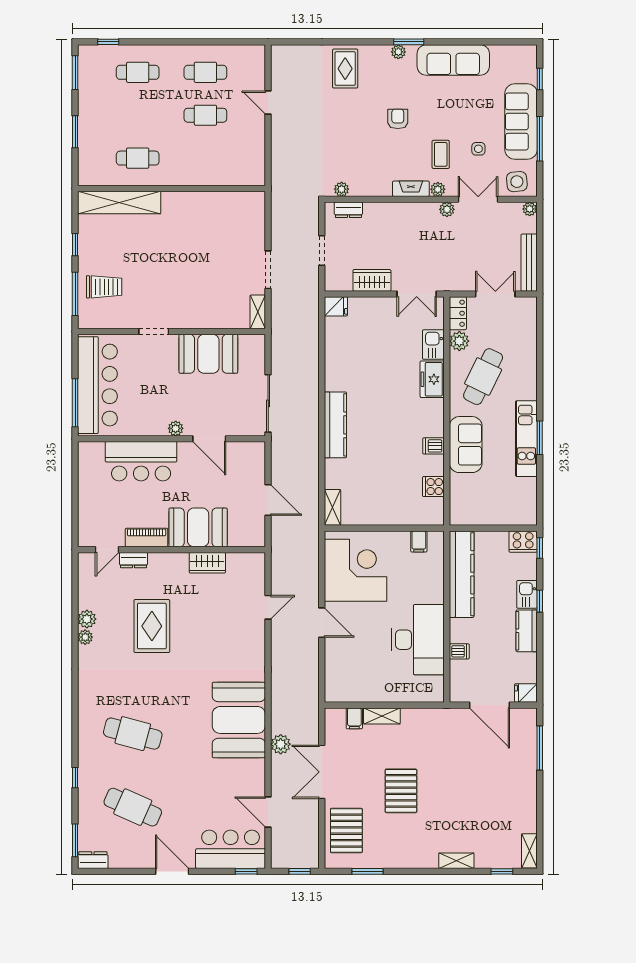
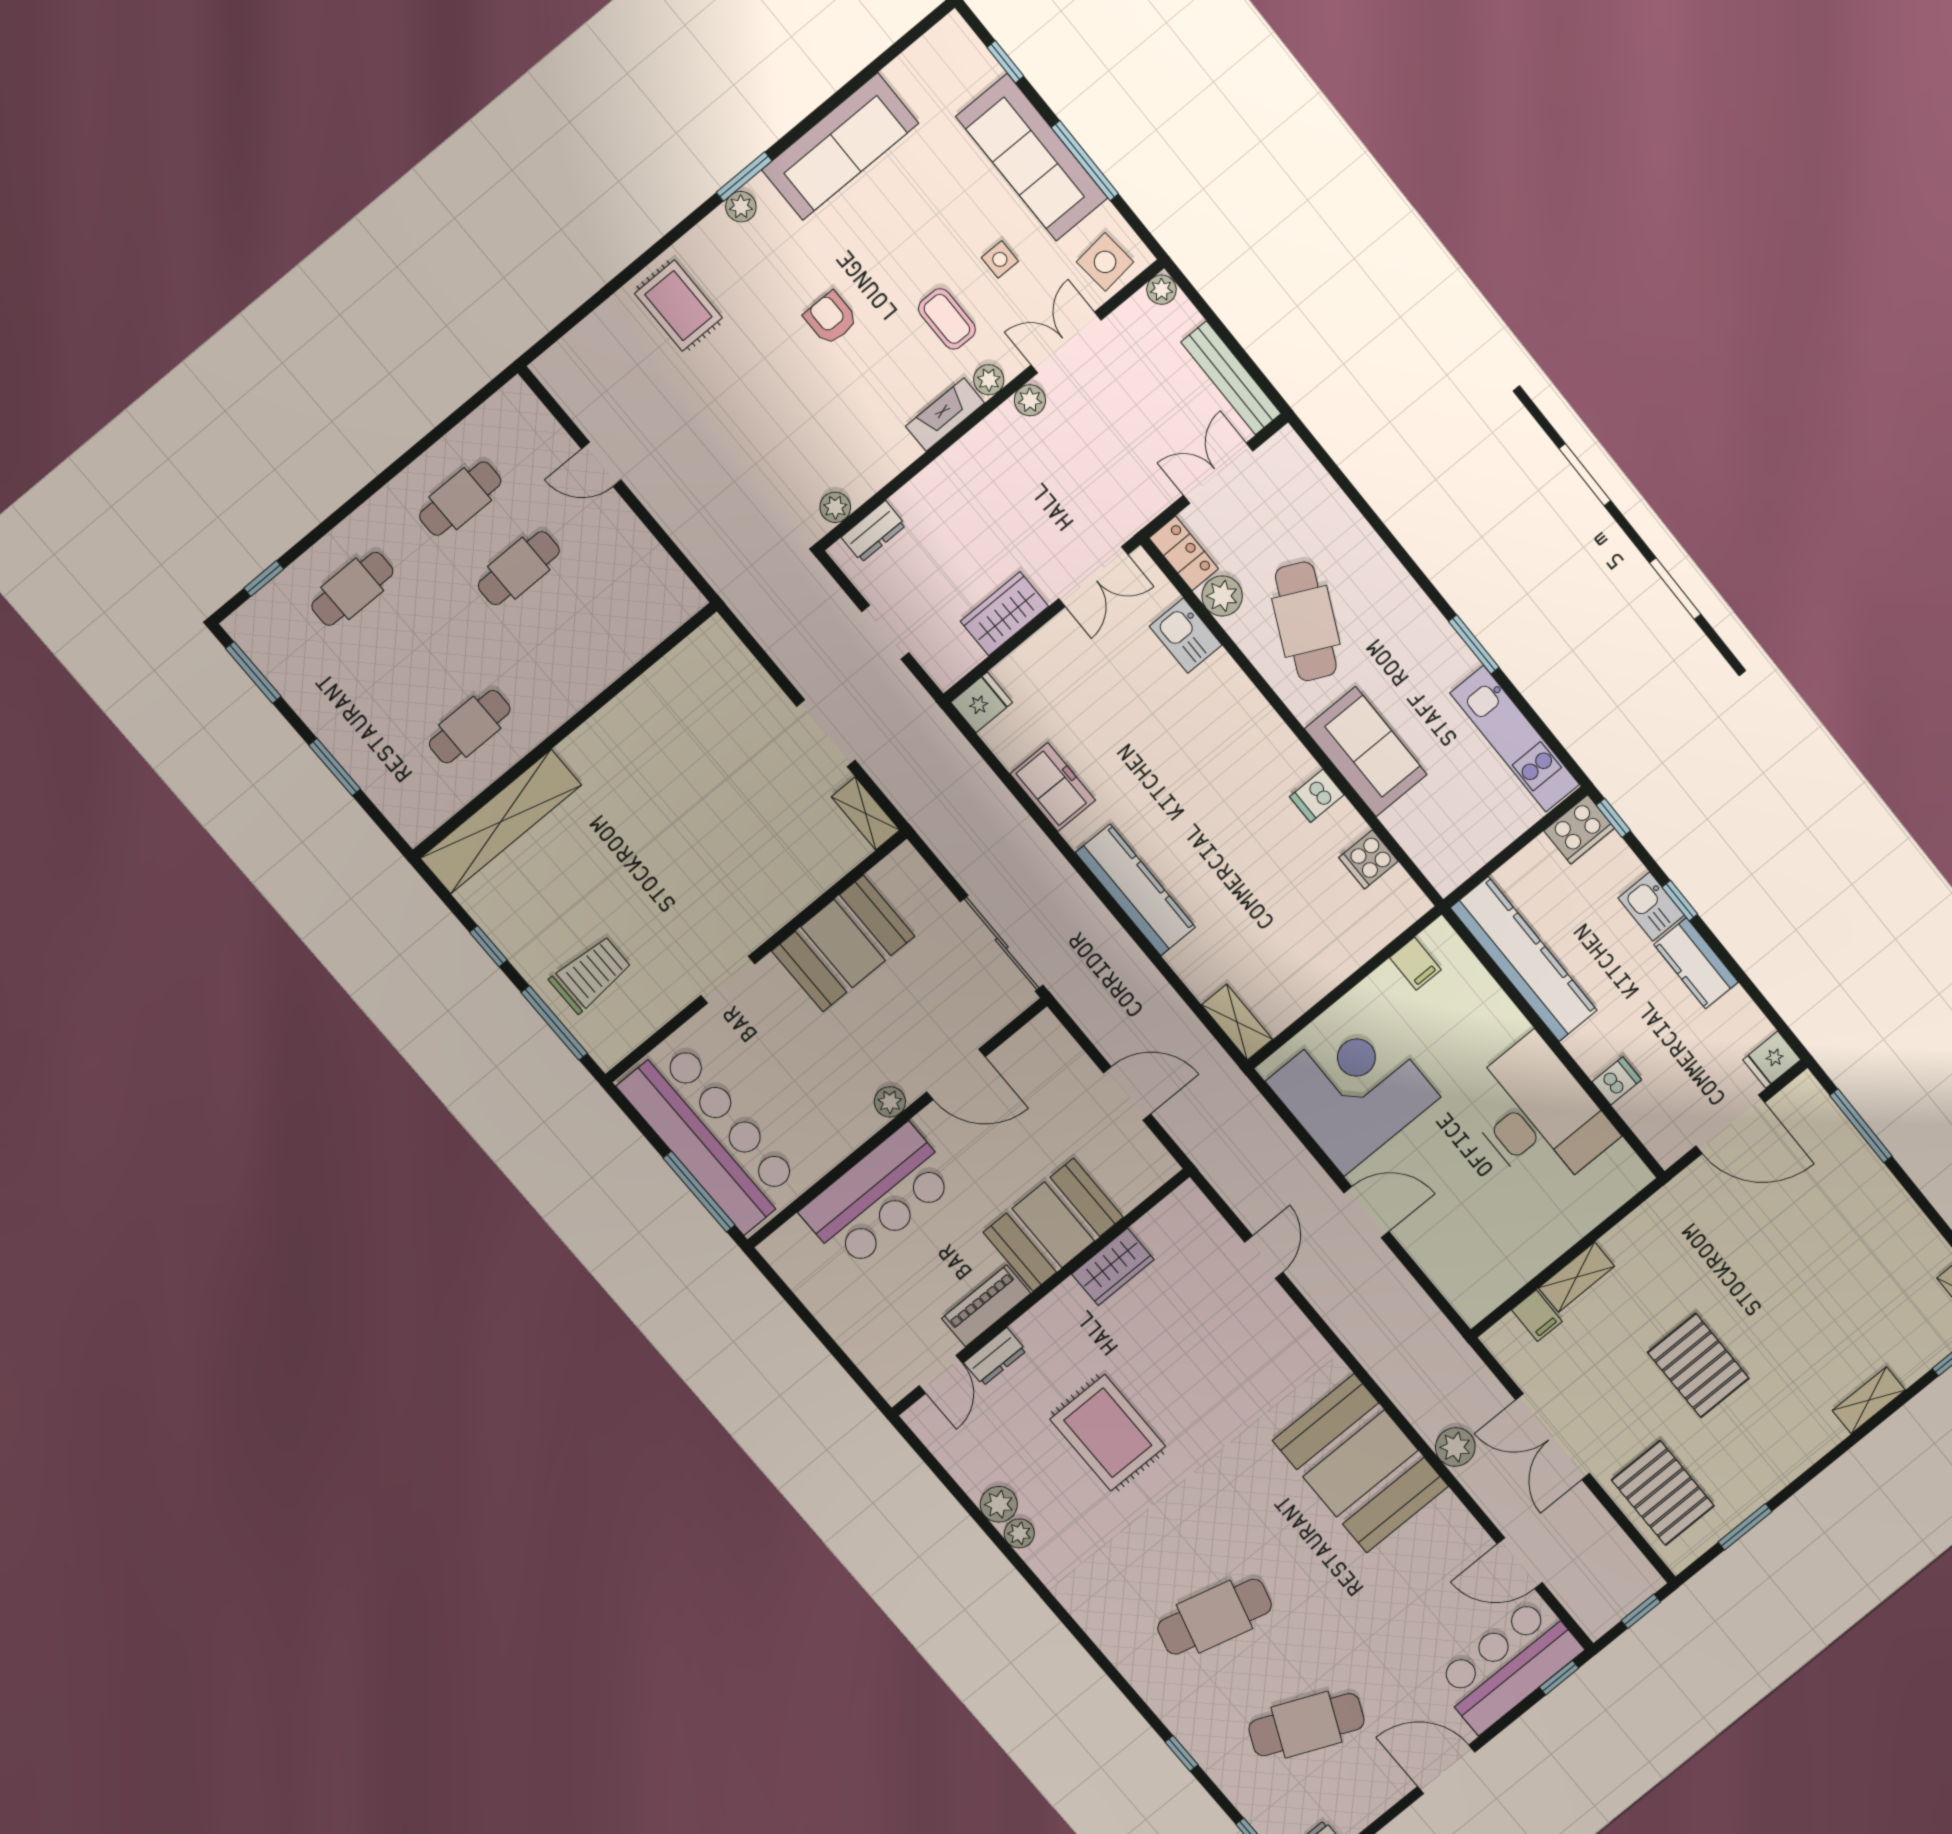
freezer: (432, 379) -> (1053, 787), moved, turned 180
kitchen unit: (526, 439) -> (1515, 739), moved

